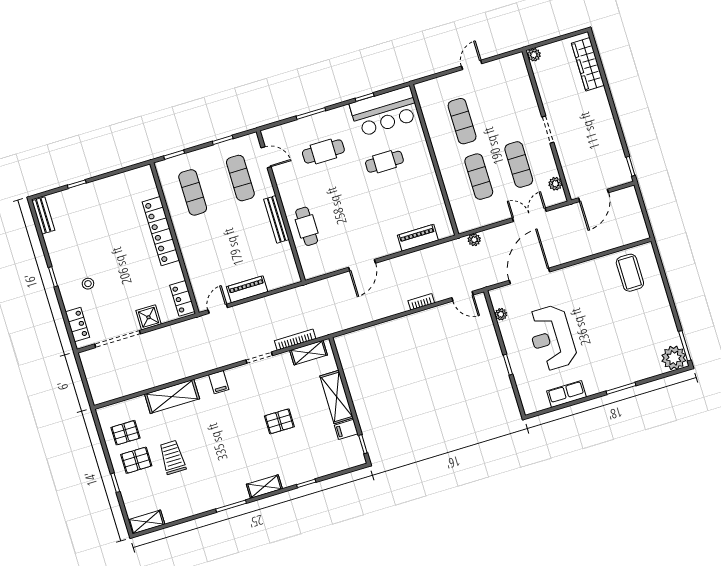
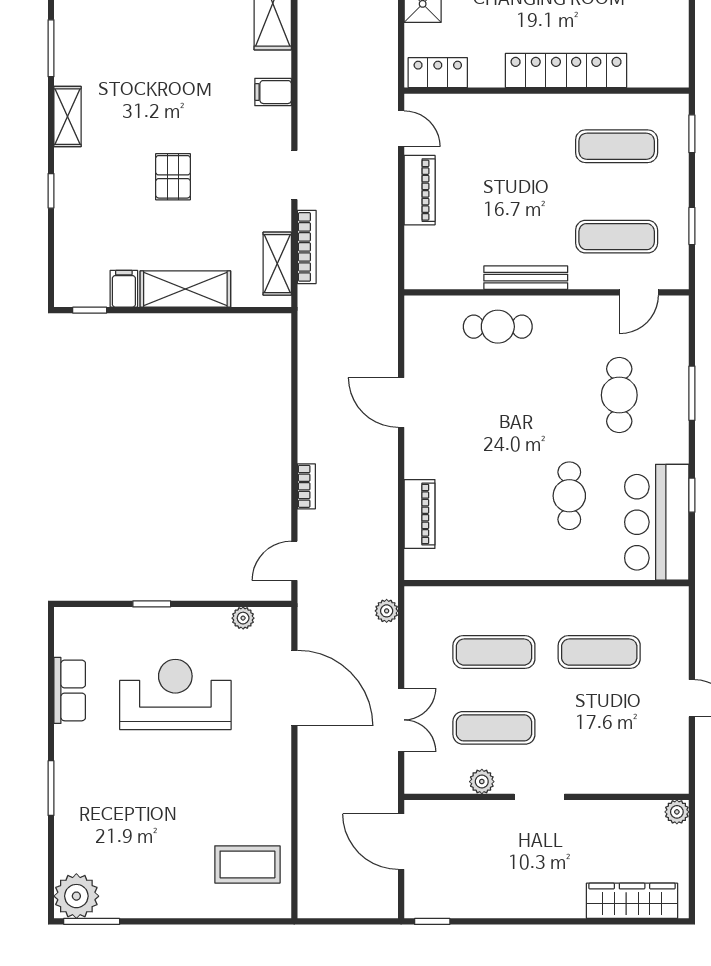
plant: (555, 184) -> (482, 782), moved

